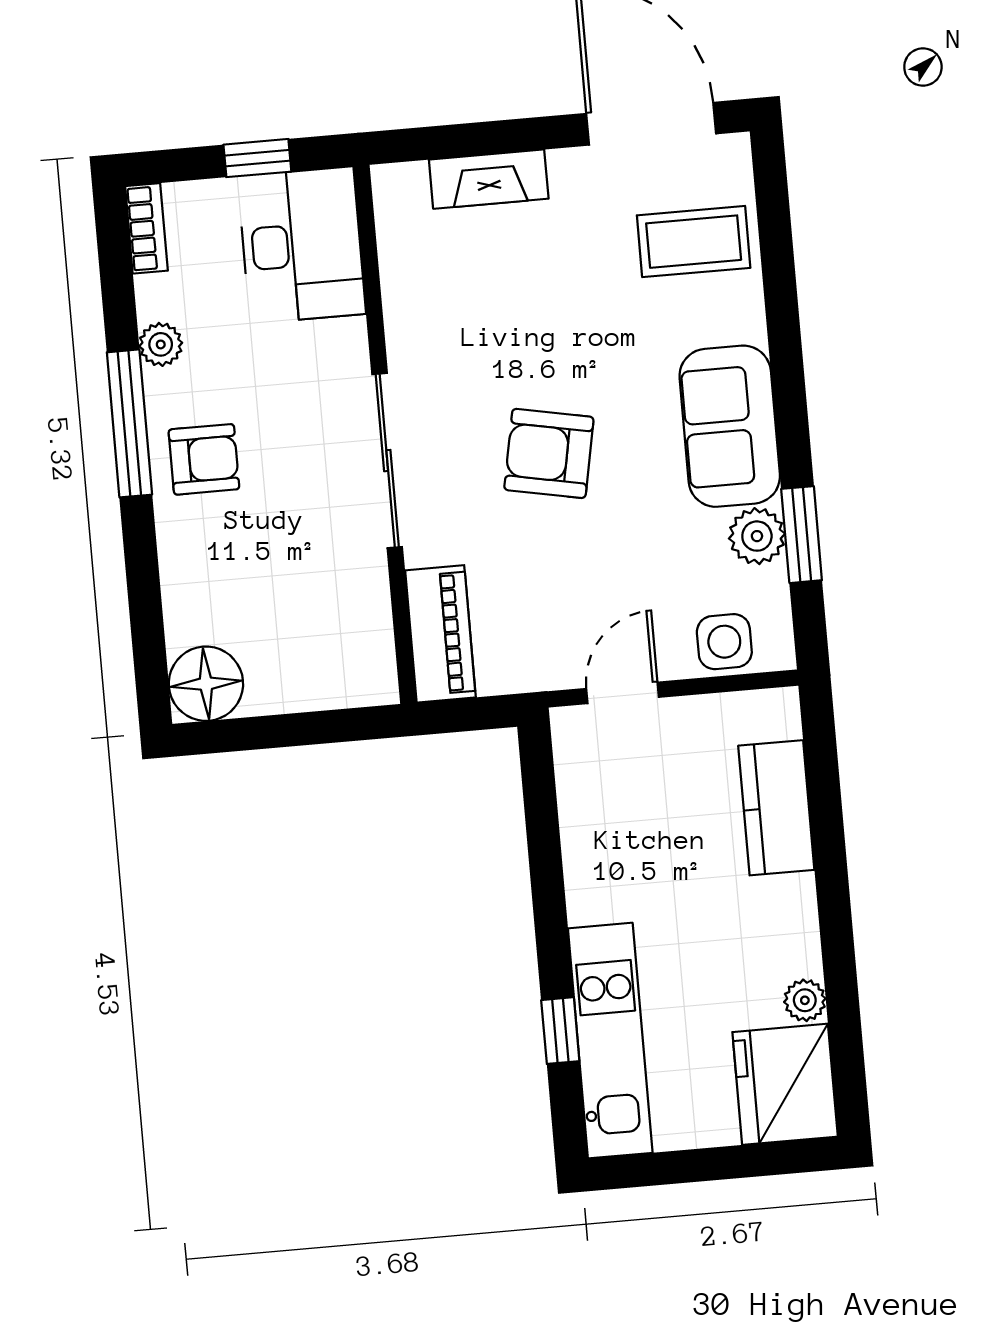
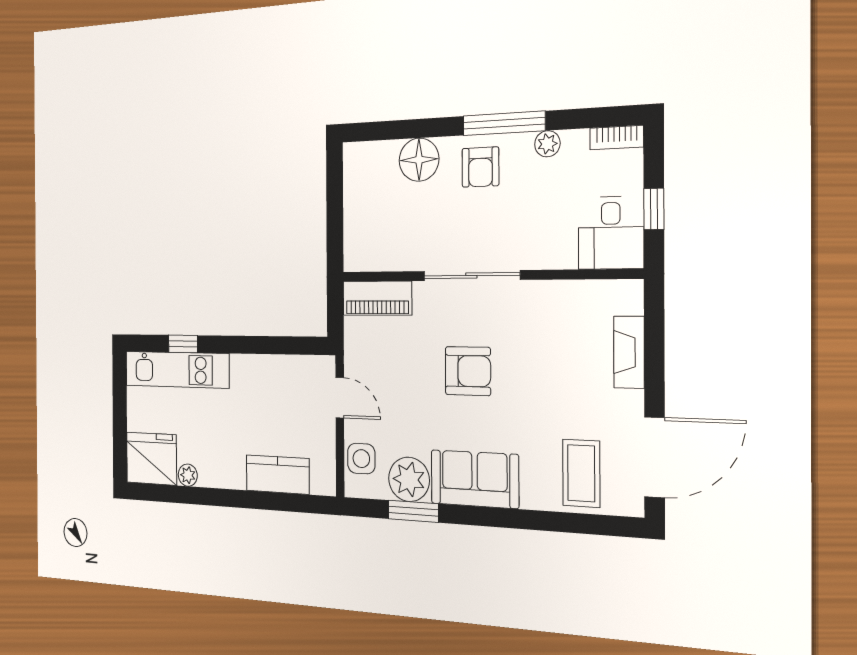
desk: (302, 245) -> (611, 233), width x0.73
armchair: (549, 453) -> (468, 371), turned 79
plant: (757, 536) -> (409, 479), width x1.36, depth x1.36
floor lamp: (206, 684) -> (419, 160), moved

